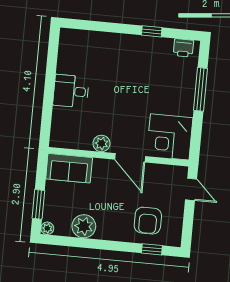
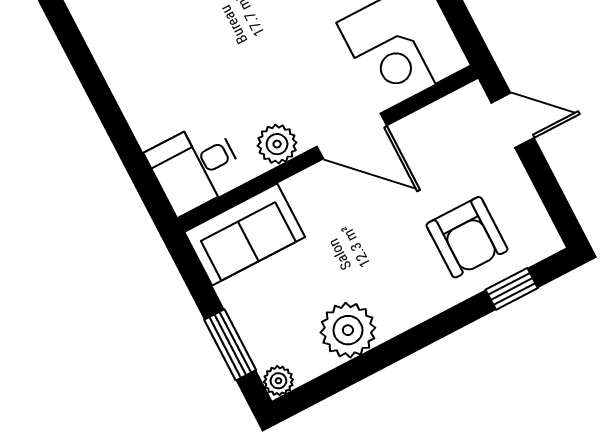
desk: (71, 91) -> (195, 167), moved

